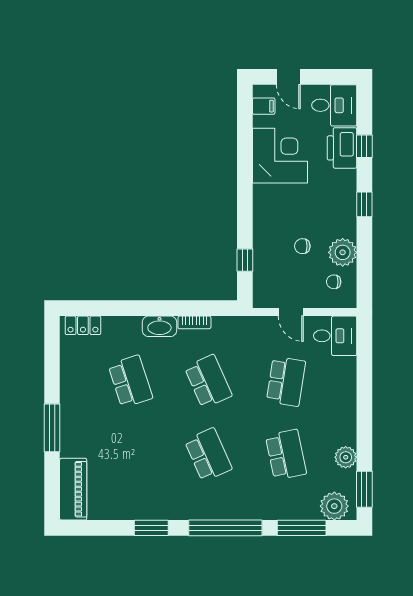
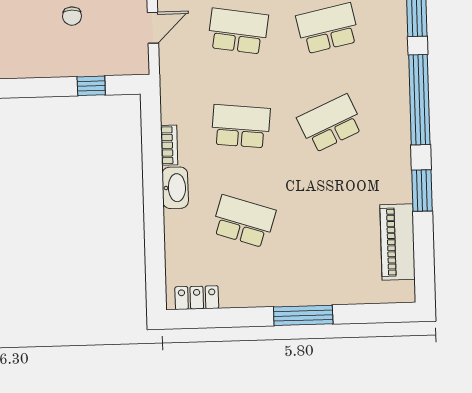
locker: (83, 325) -> (197, 298), moved, turned -90
school desk: (130, 381) -> (244, 221), turned 36
school desk: (208, 381) -> (241, 126), turned 30
piano: (73, 489) -> (398, 242), moved, turned -90

